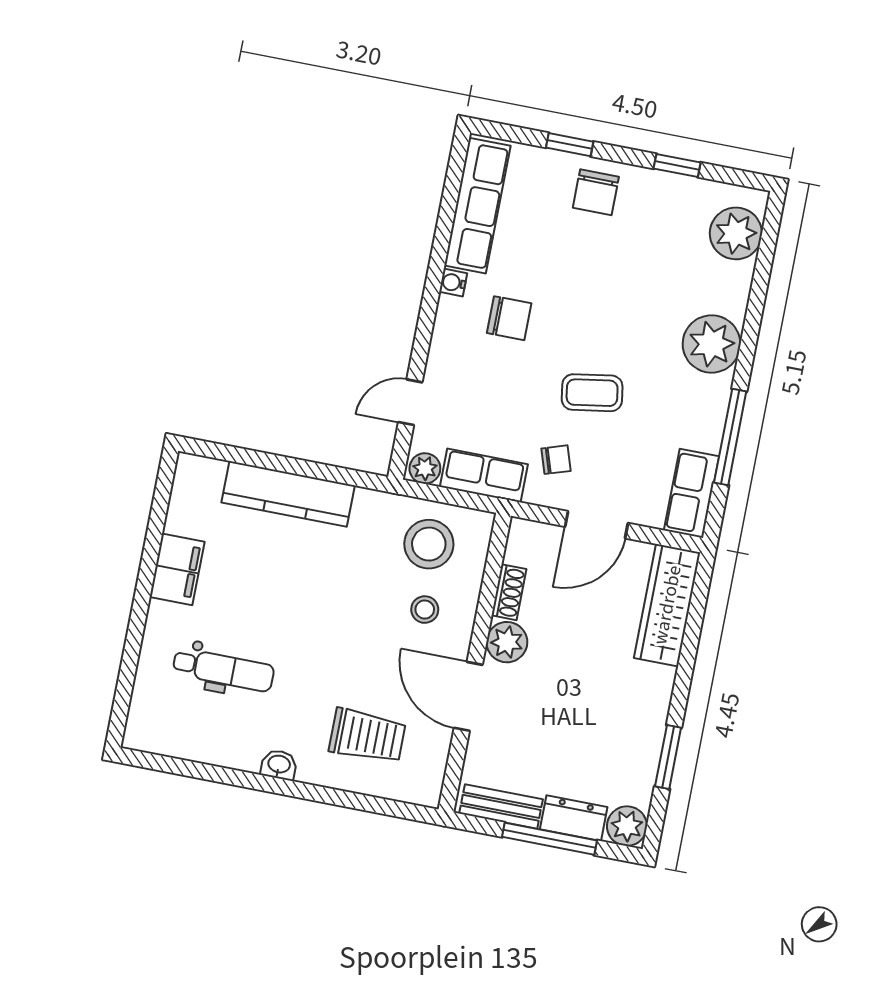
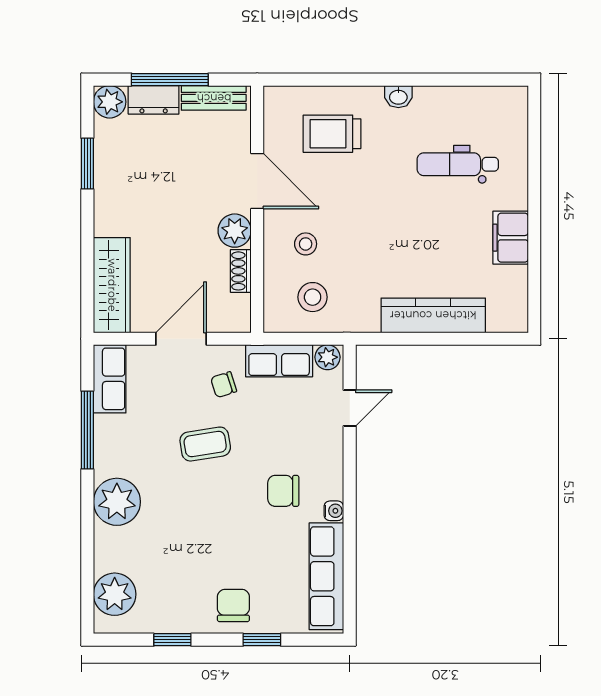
stool: (429, 544) -> (313, 297), width x0.73, depth x0.73

